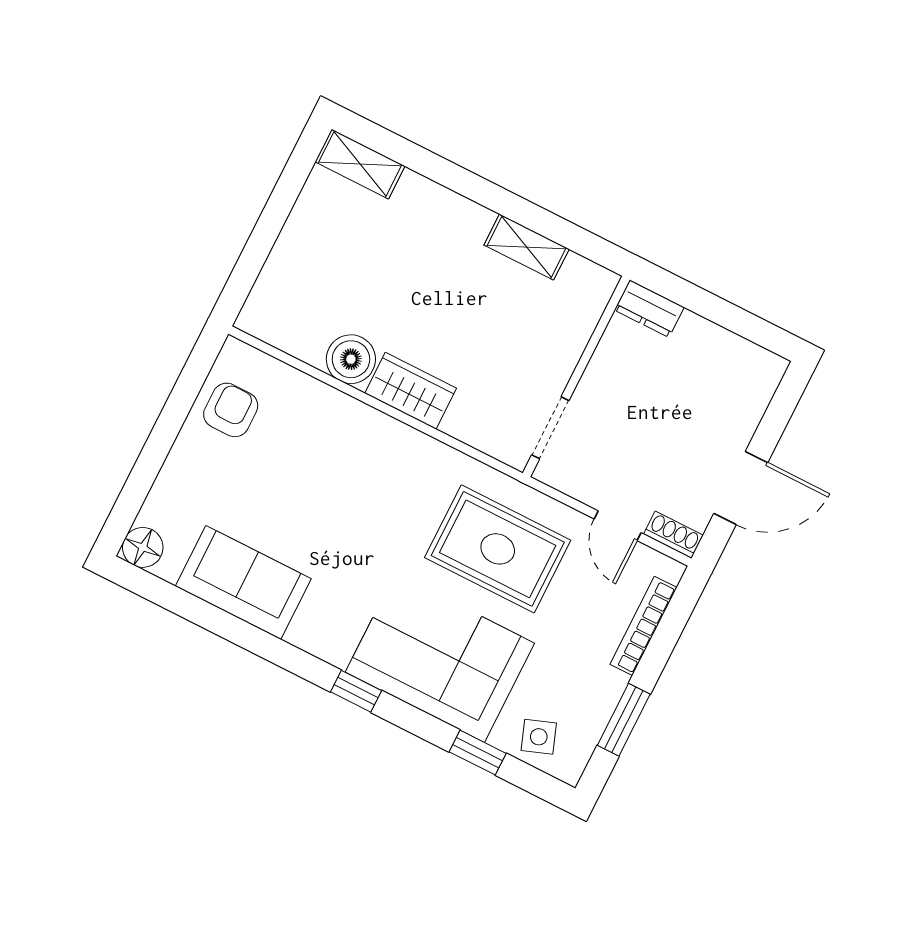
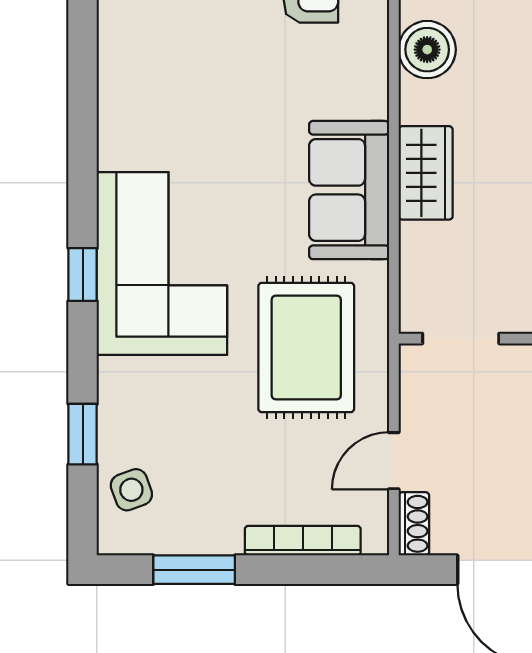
boiler: (351, 359) -> (427, 50), moved
sofa: (243, 582) -> (349, 190), moved, turned 180
corner sofa: (440, 658) -> (162, 264), moved

